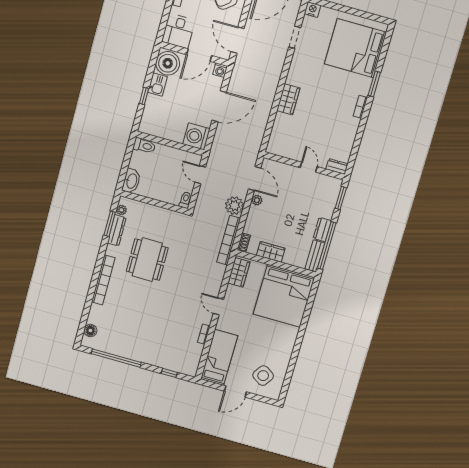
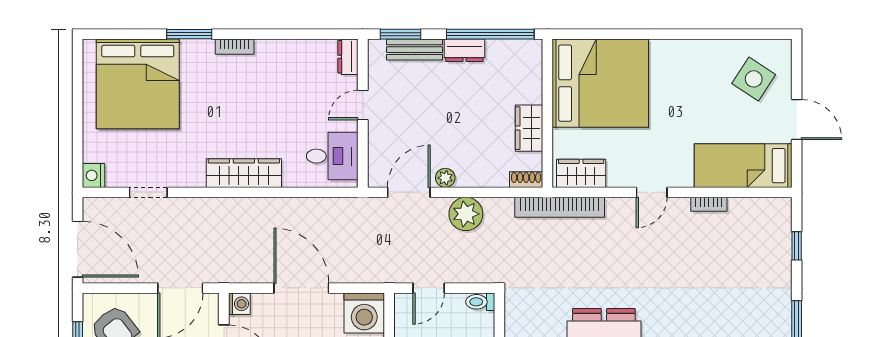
wardrobe: (288, 99) -> (244, 173), width x1.50
desk: (286, 143) -> (332, 156), added
bookcase: (229, 240) -> (560, 207), moved
bench: (315, 256) -> (415, 50), moved

